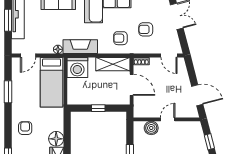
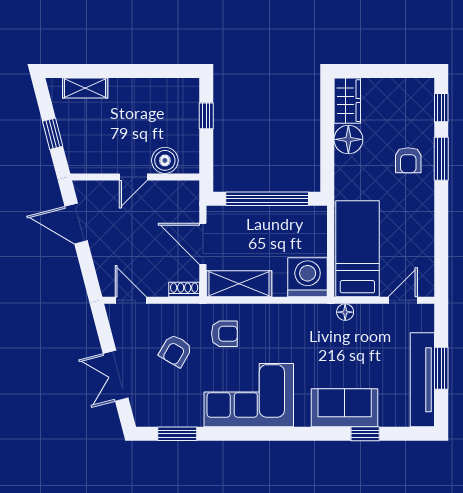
armchair: (146, 29) -> (176, 351), turned 120
fireplace: (80, 47) -> (302, 317), removed
window: (8, 92) -> (441, 159), moved
window: (98, 108) -> (267, 199), width x3.17

